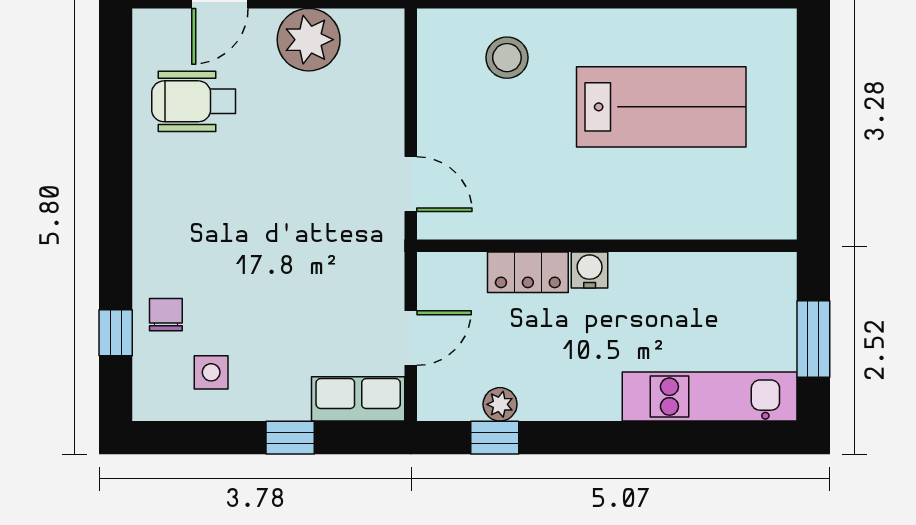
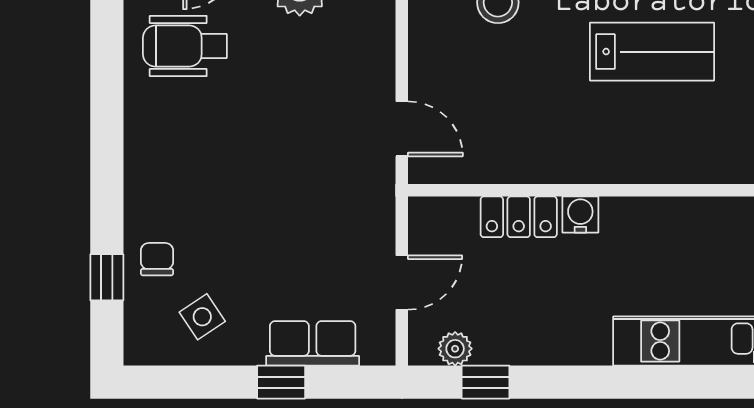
lab bench: (661, 107) -> (652, 52), width x0.73, depth x0.72
side table: (211, 372) -> (202, 317), turned -34
row of seats: (358, 399) -> (313, 343), moved
plant: (500, 404) -> (455, 349), moved

